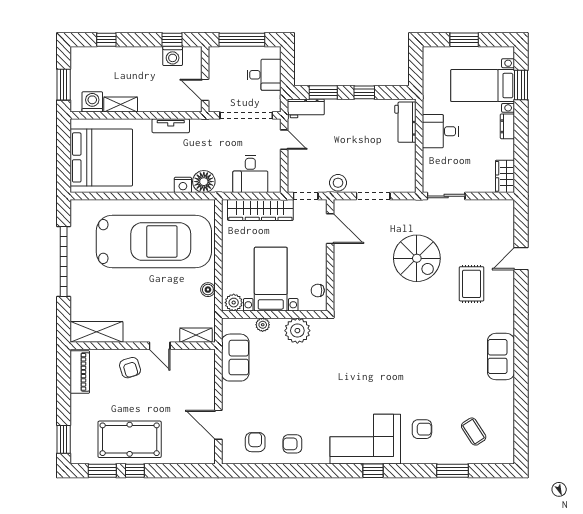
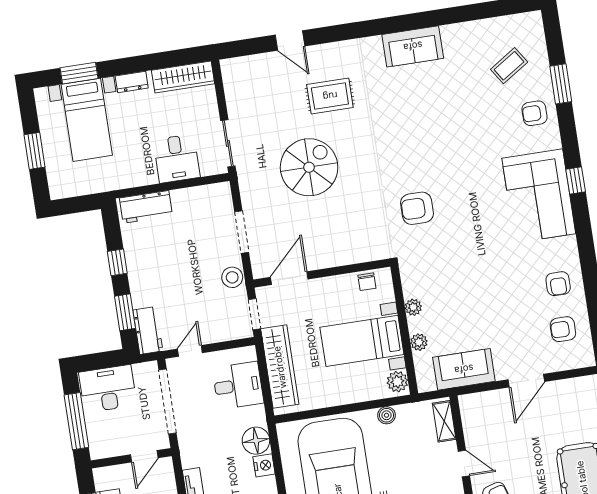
desk: (264, 75) -> (108, 389), width x1.37
desk: (440, 131) -> (177, 159), moved
wardrobe: (505, 176) -> (183, 77), width x1.50
plant: (297, 331) -> (413, 307), width x0.53, depth x0.53
armchair: (370, 340) -> (417, 208), added
door: (160, 346) -> (464, 463), hinge flipped
door: (218, 425) -> (526, 381), moved
armchair: (422, 429) -> (535, 113), moved, turned -90

